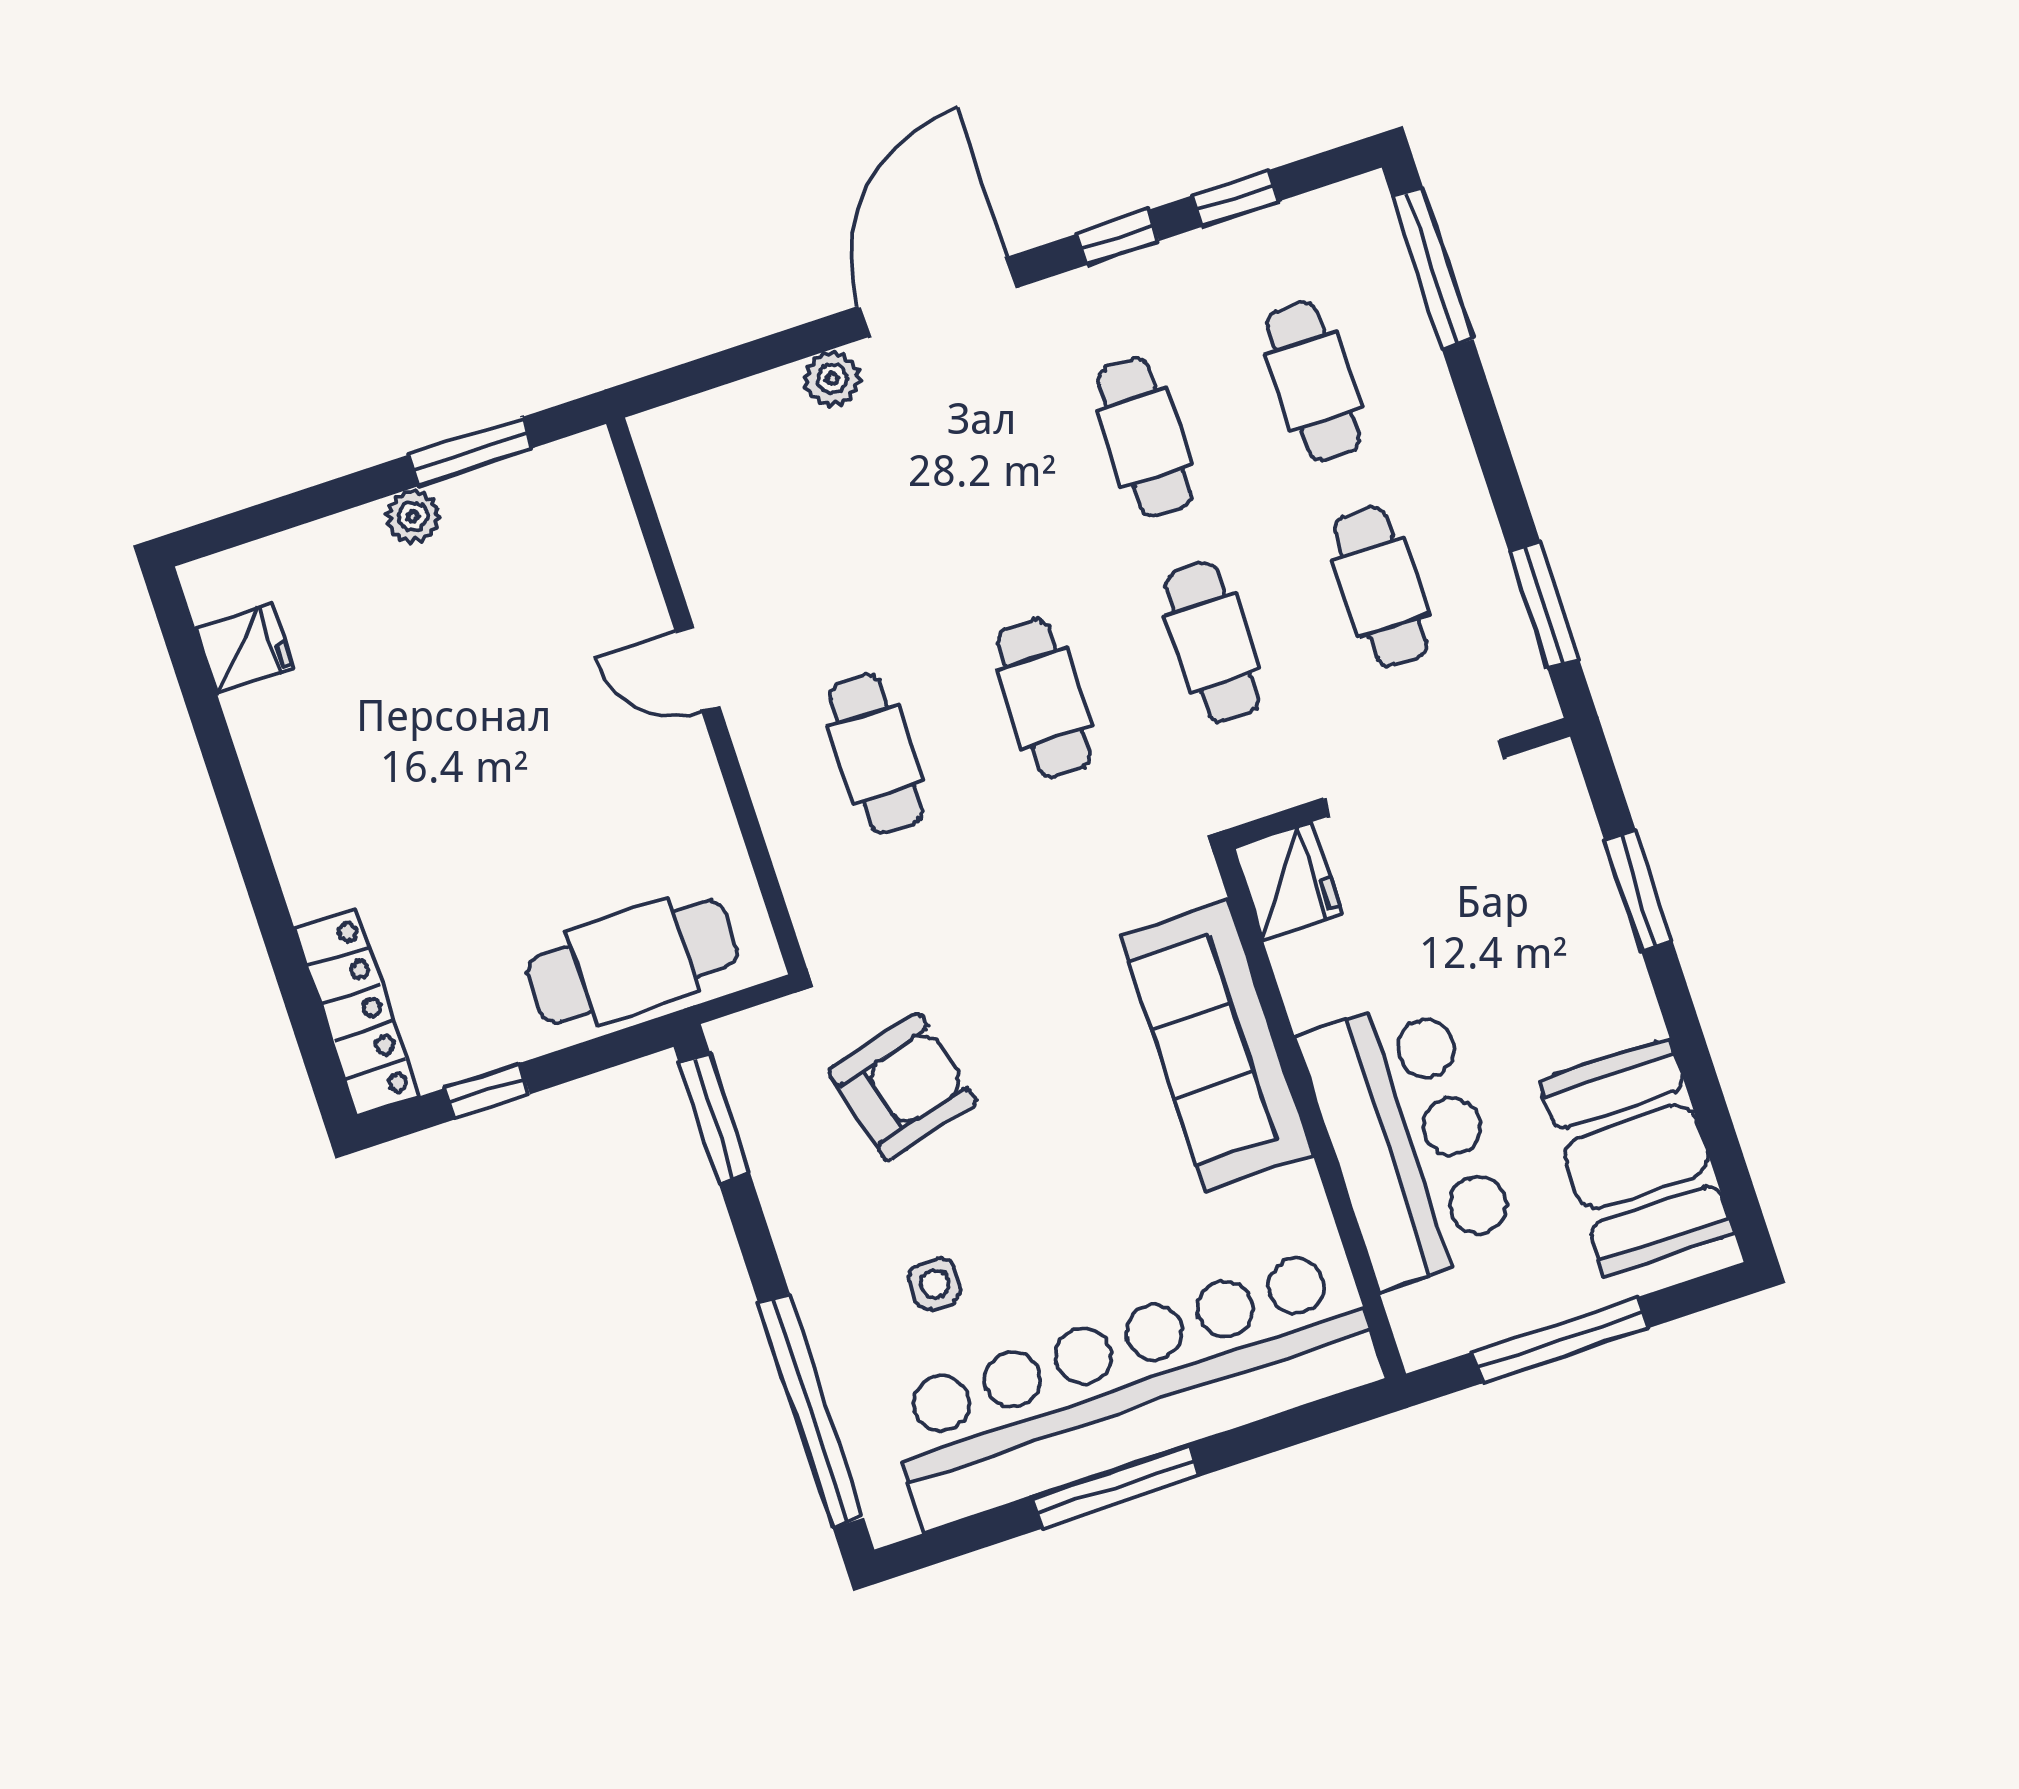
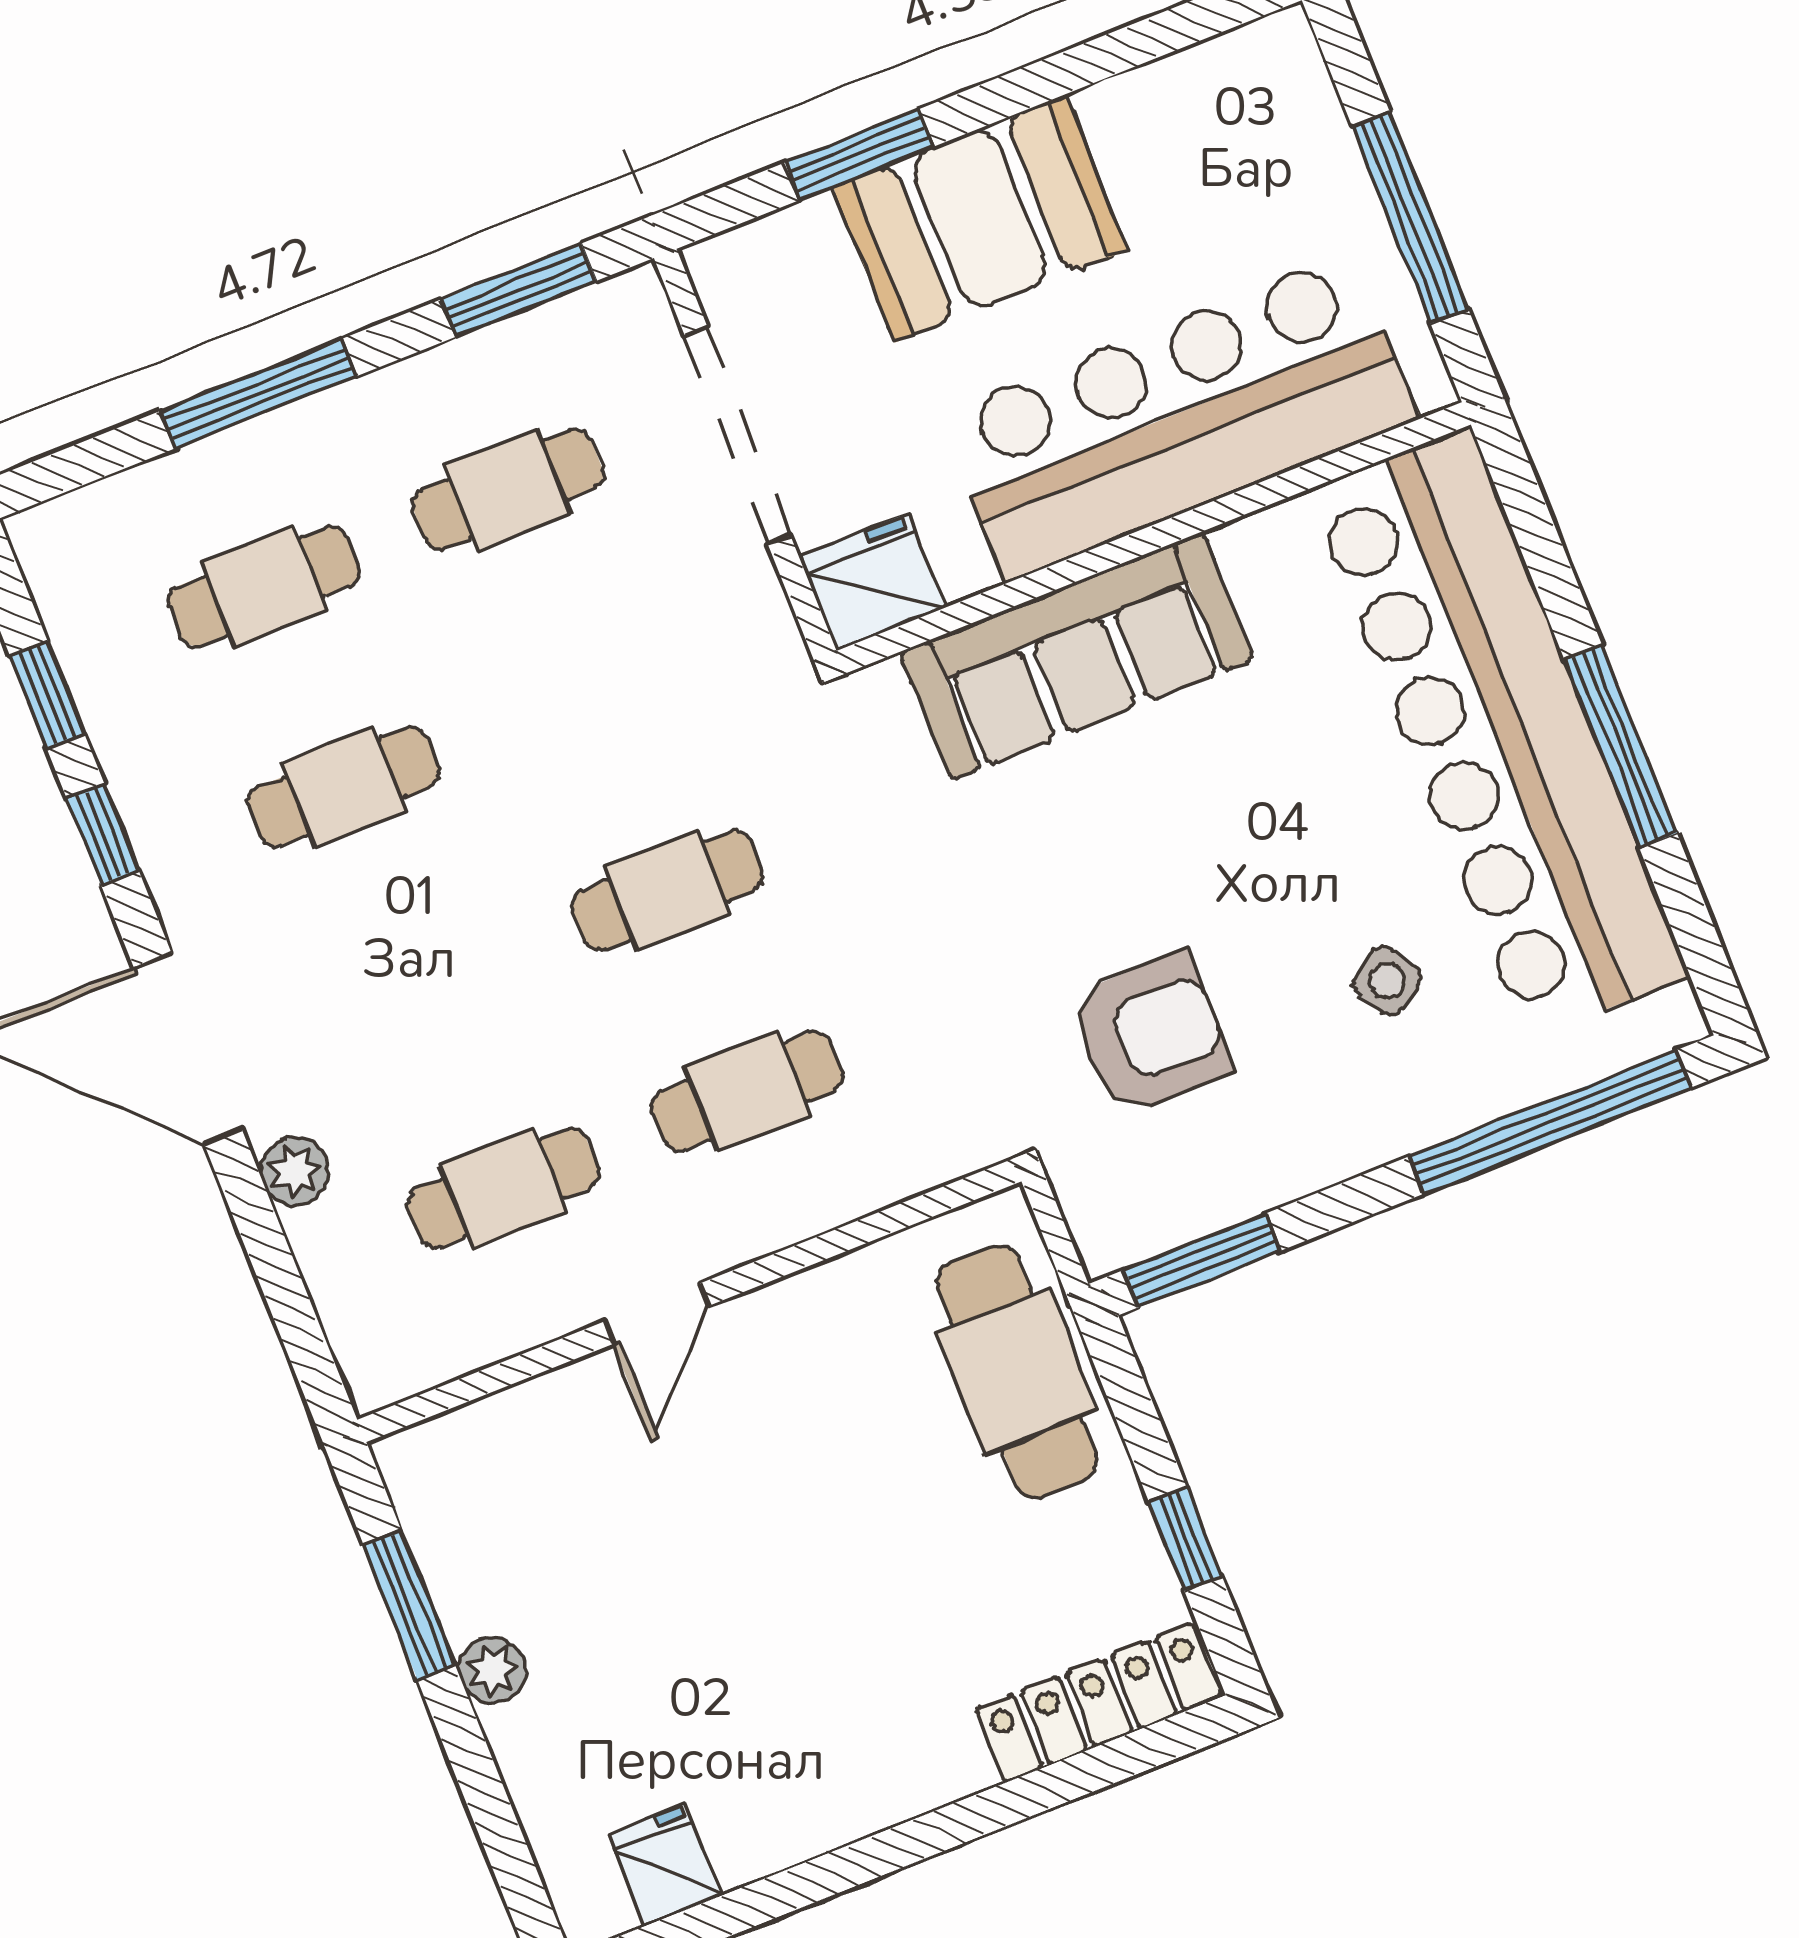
window: (1432, 268) -> (259, 394), moved
cafe table: (1213, 642) -> (503, 1188), moved
armchair: (902, 1087) -> (1150, 1034), turned 105
bar counter: (1408, 1141) -> (1179, 417), width x1.36
booth: (1636, 1157) -> (980, 218), moved
side table: (935, 1284) -> (1387, 981), turned -32

